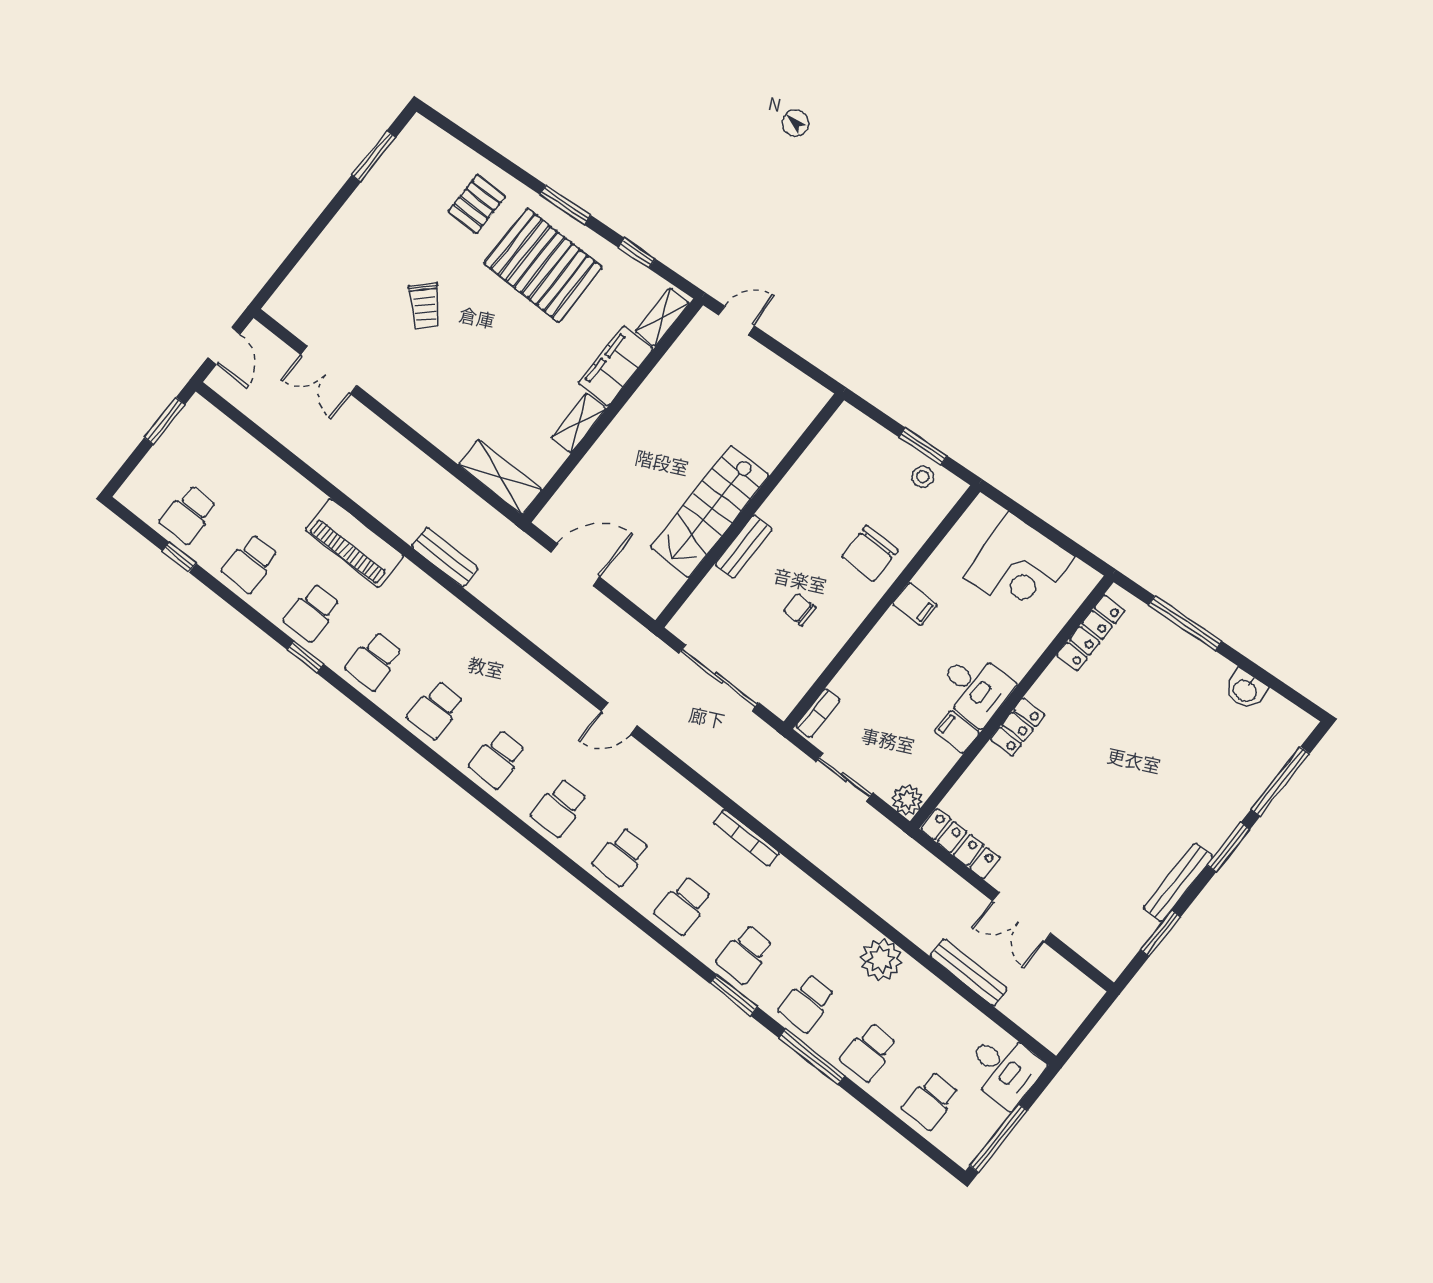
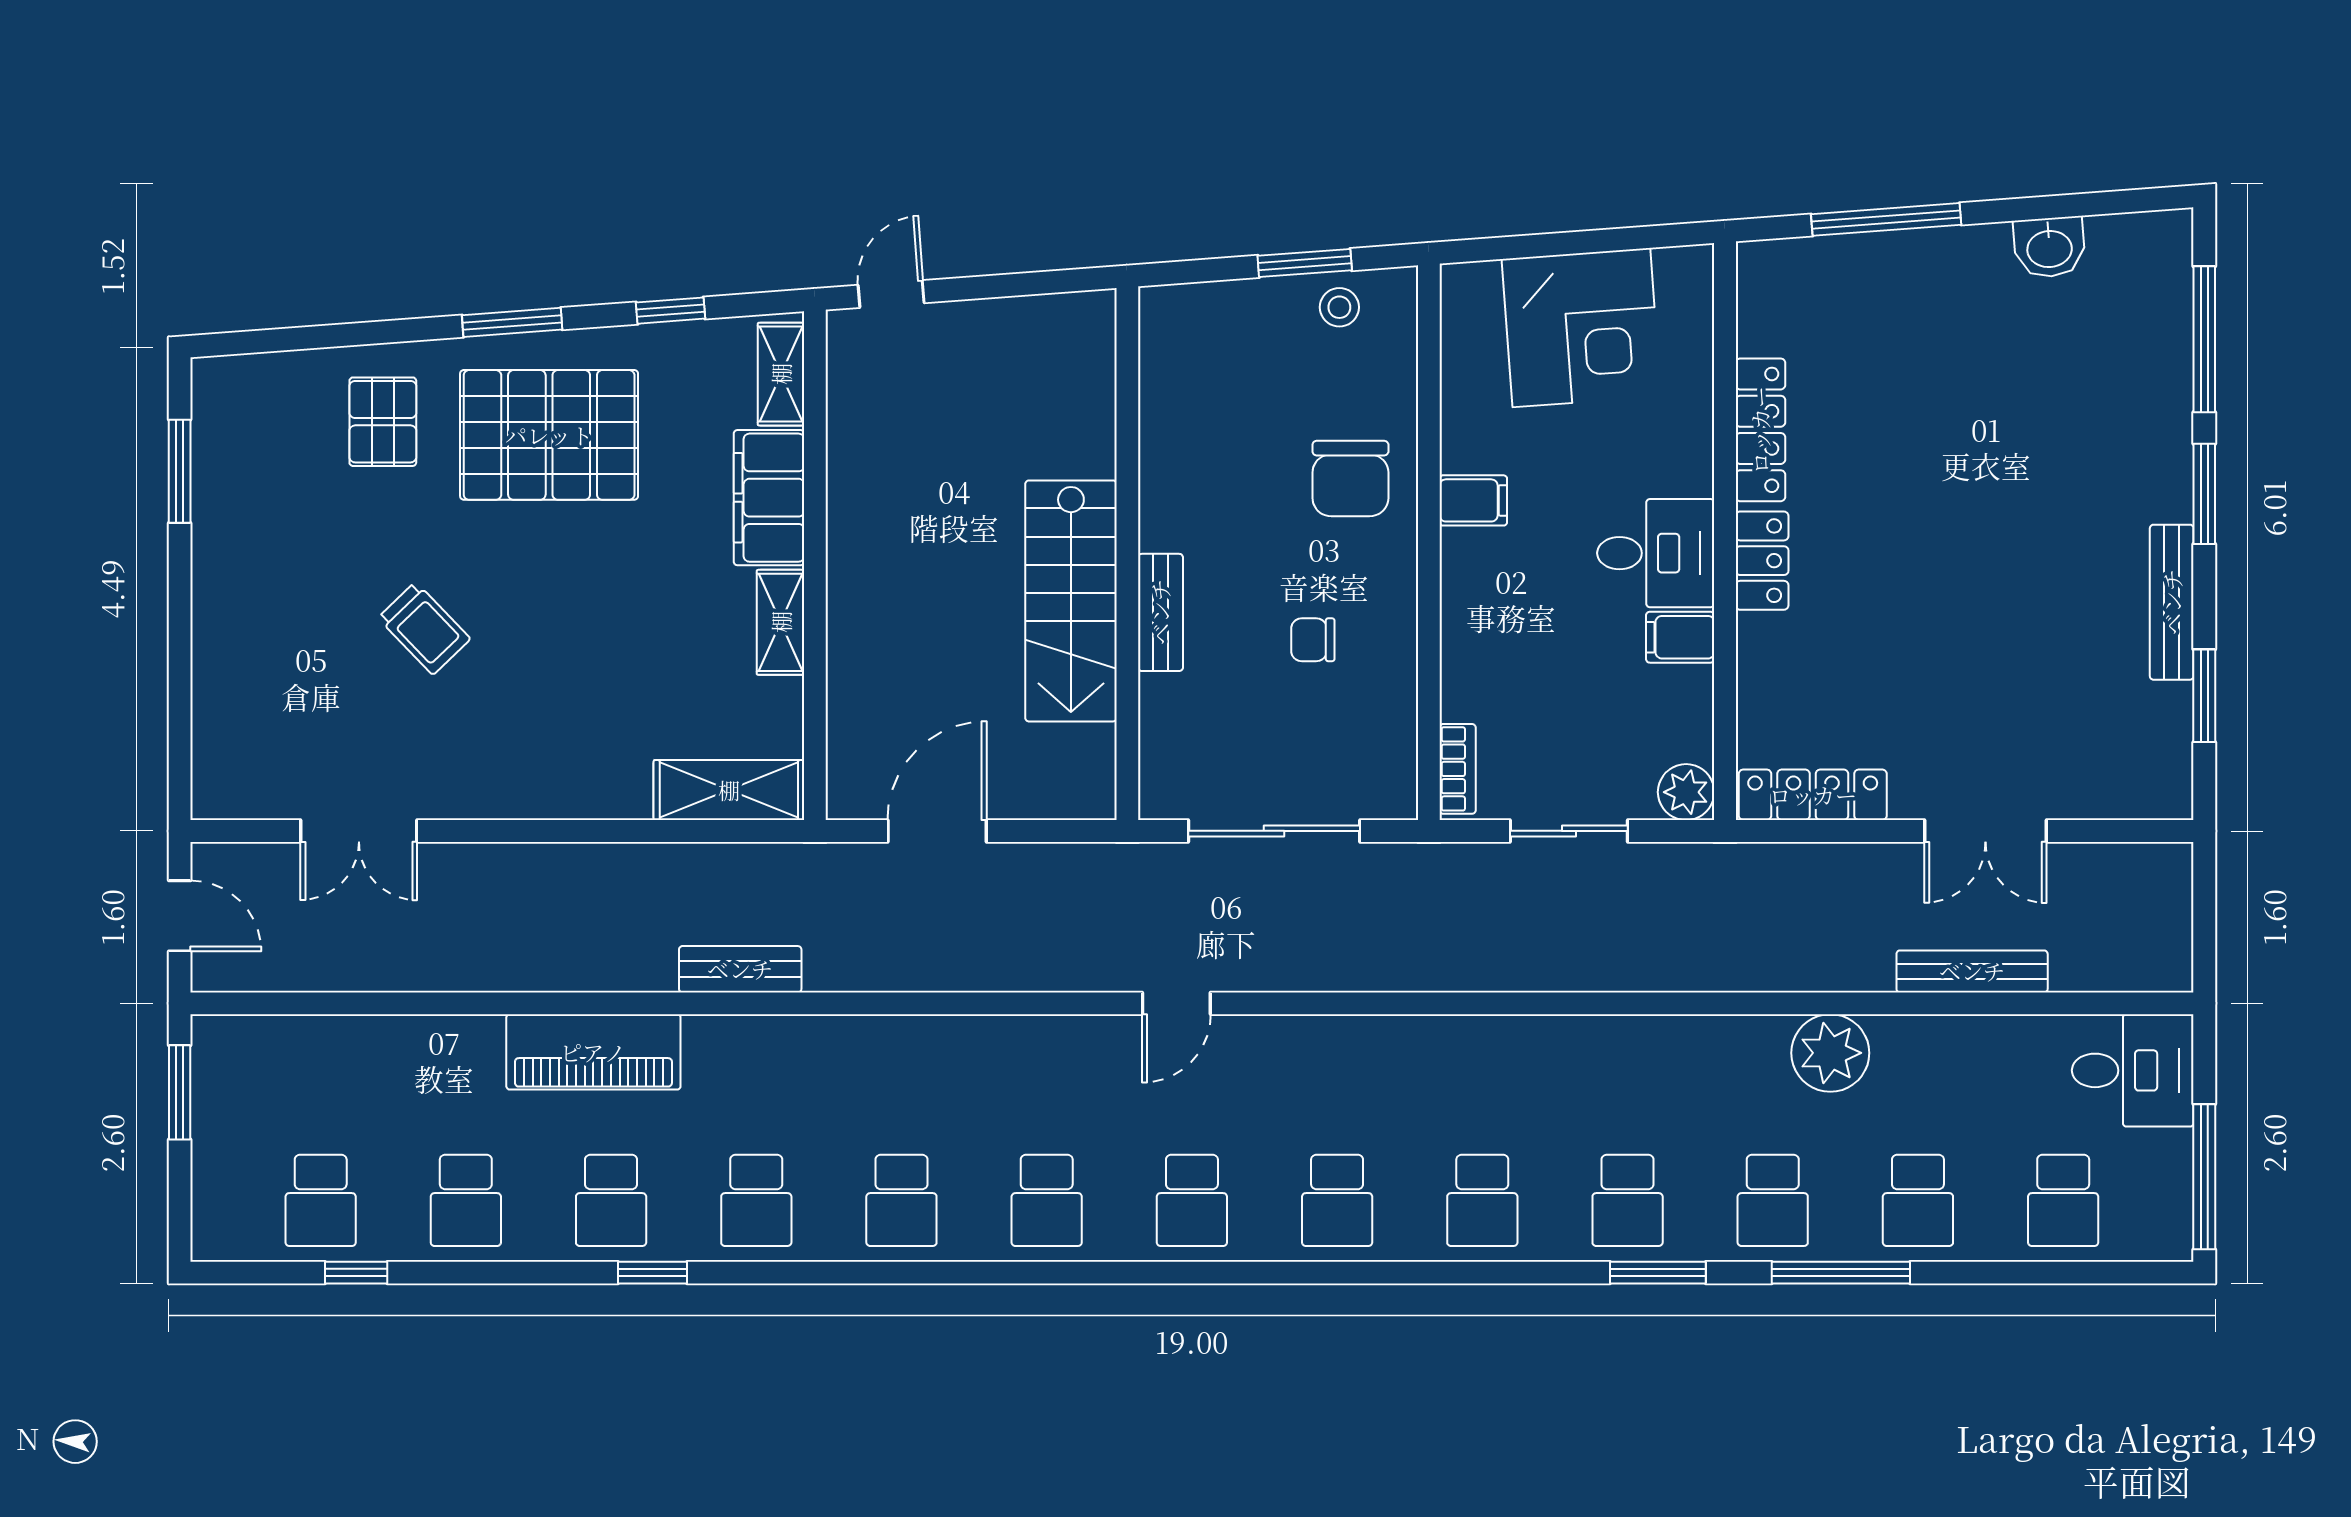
locker: (1091, 633) -> (1760, 430), moved
bookcase: (746, 838) -> (1496, 1031), removed

